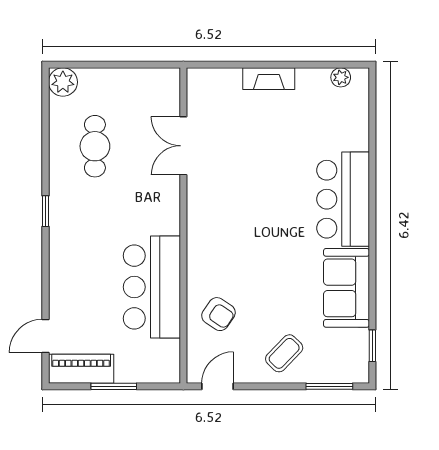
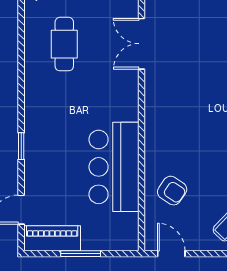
window: (45, 211) -> (21, 146), moved
door: (218, 386) -> (171, 254), hinge flipped

